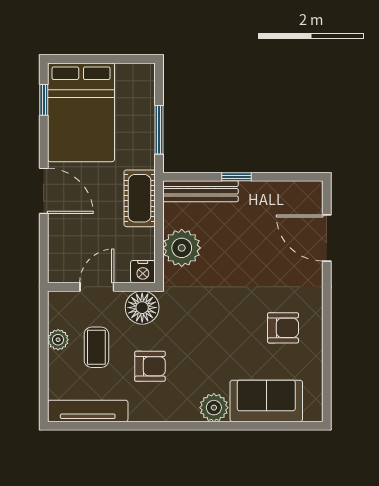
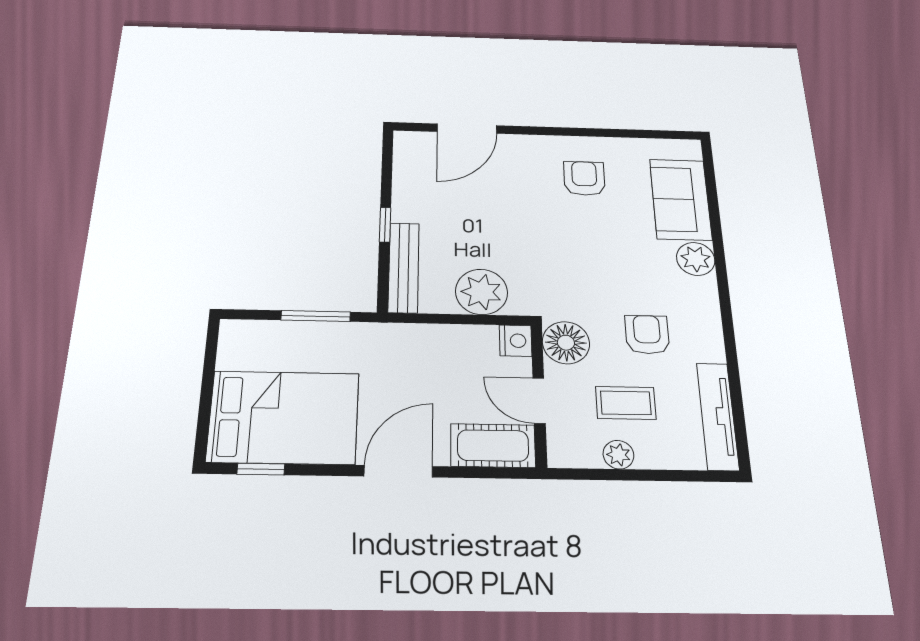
cot: (140, 198) -> (493, 446), moved

